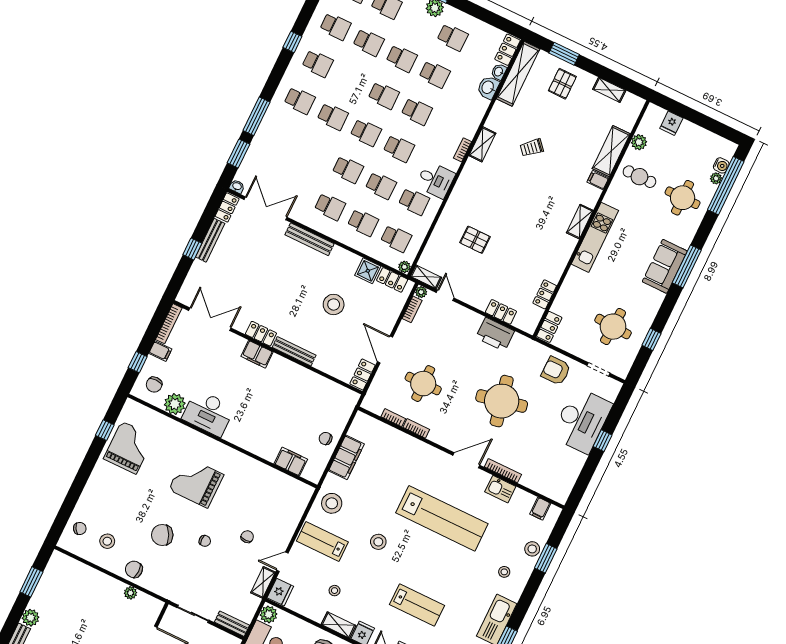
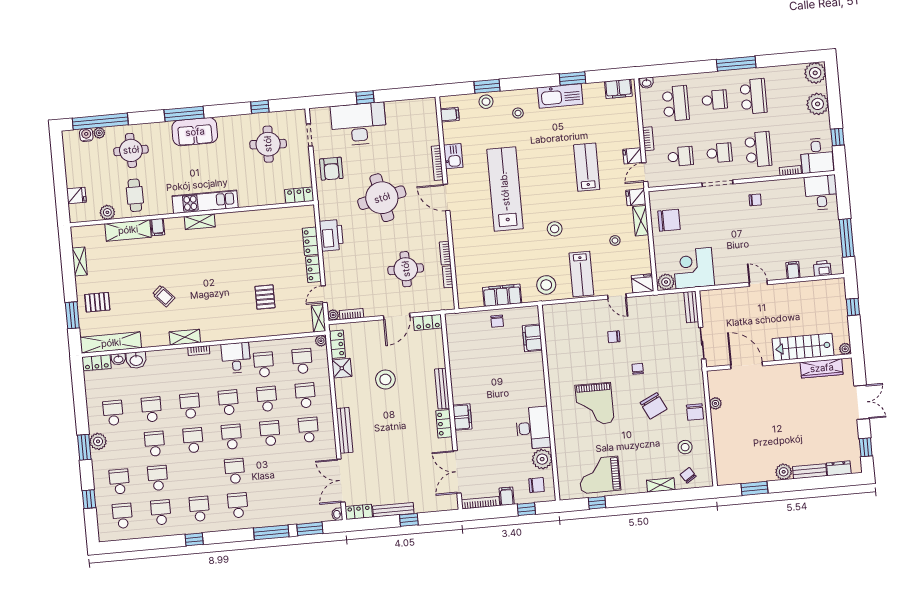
locker: (545, 294) -> (313, 269), moved, turned 90
shelving: (263, 582) -> (661, 485), moved

